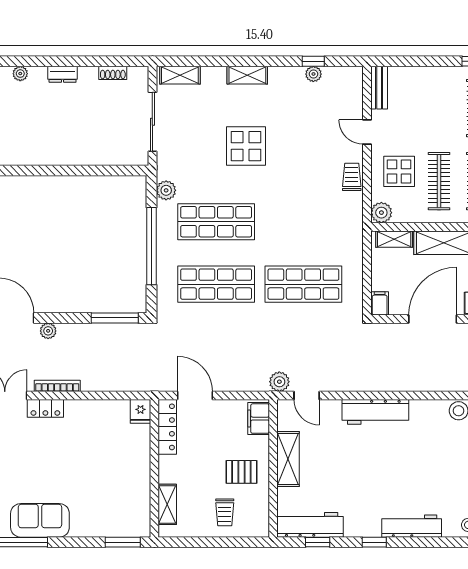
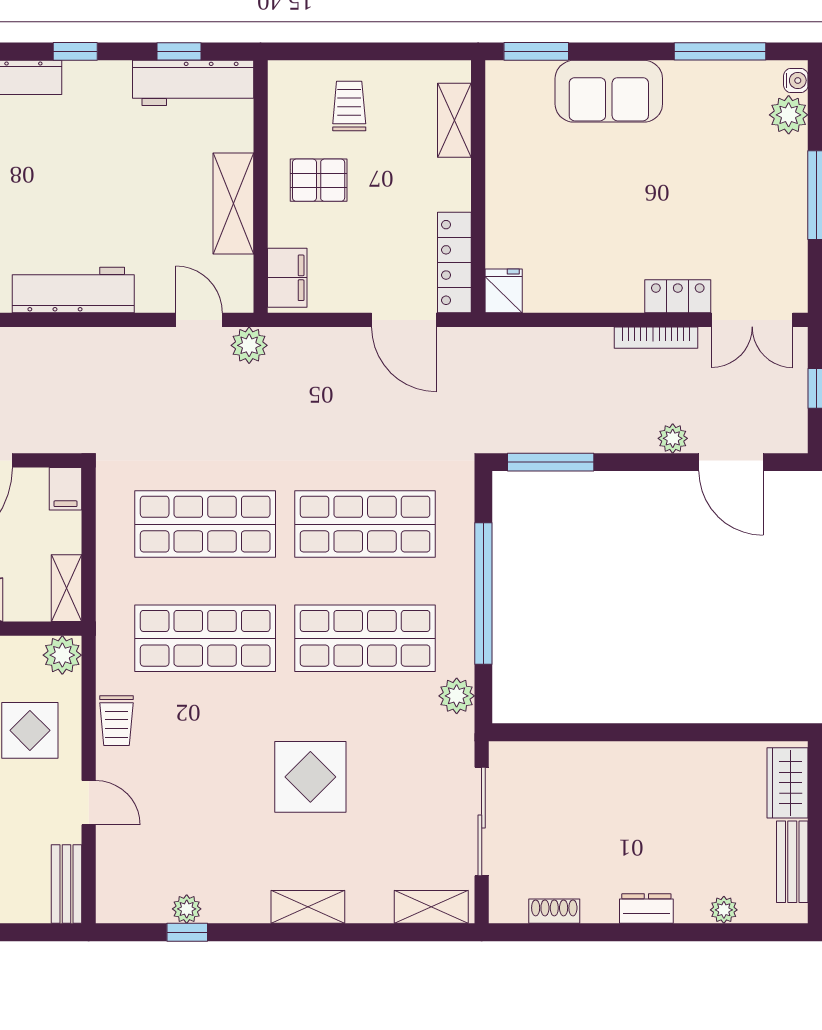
shop shelf: (303, 222) -> (205, 638), added
shelving: (394, 239) -> (66, 588), moved, turned 90
sofa: (40, 520) -> (609, 91), moved

